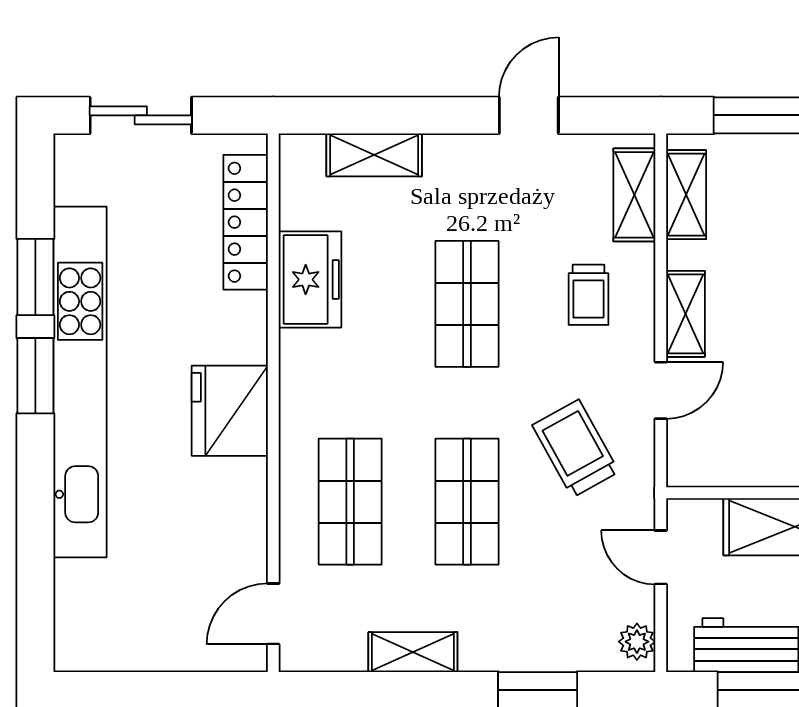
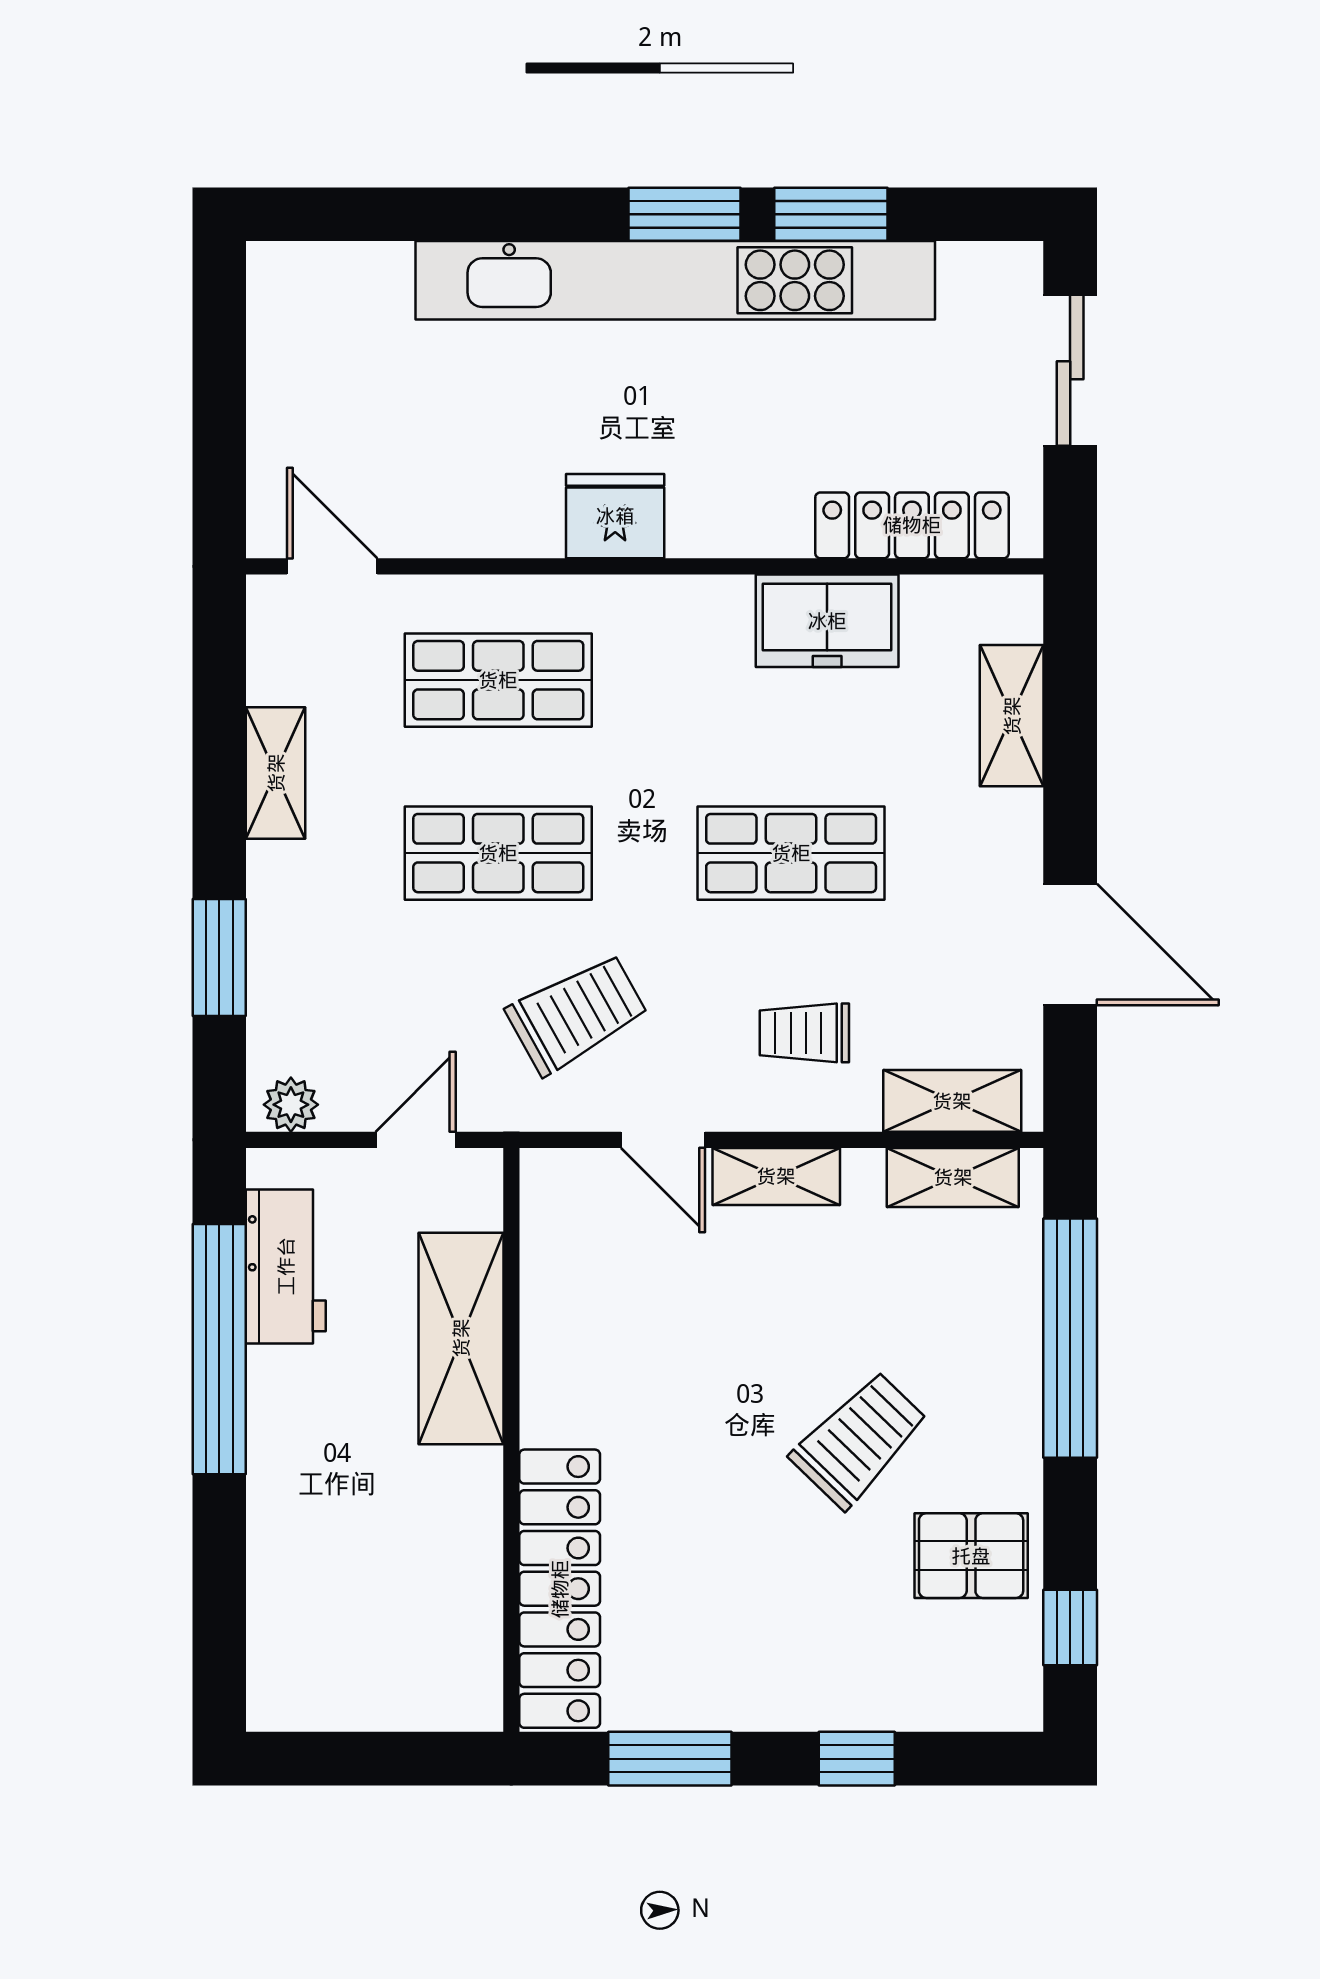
door: (529, 115) -> (1070, 944), width x1.37
fridge: (230, 411) -> (615, 516), width x0.73, depth x0.75

